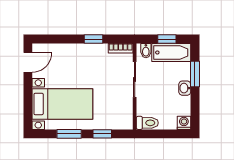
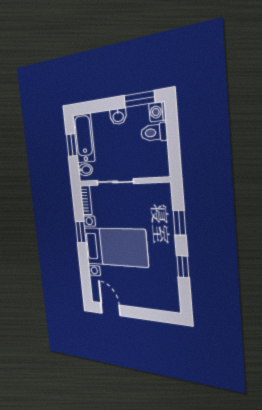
window: (195, 74) -> (139, 99), moved
bed with nightstands: (62, 104) -> (115, 247), moved, turned 90
toilet: (147, 123) -> (154, 133), moved, turned -90
window: (69, 134) -> (183, 267), width x0.67

